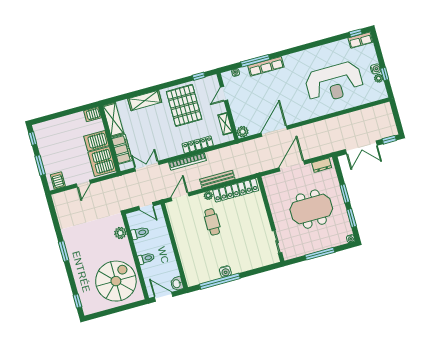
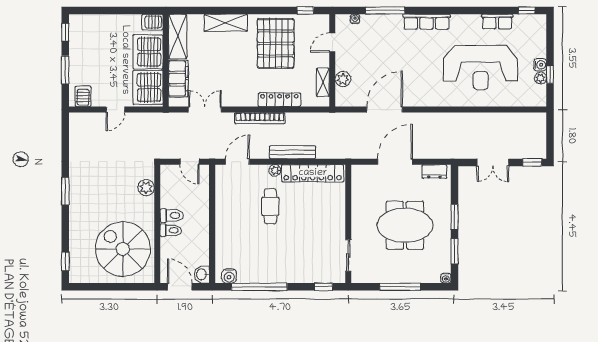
row of seats: (360, 40) -> (497, 22), moved
row of seats: (266, 66) -> (426, 22), moved
plant: (243, 132) -> (343, 79), moved
server rack: (96, 141) -> (148, 52), width x1.60
double door: (361, 147) -> (493, 162), width x0.73
toilet: (140, 233) -> (172, 216), moved
window: (266, 269) -> (324, 287), added
water cooler: (225, 271) -> (229, 276), moved
spiral stairs: (116, 281) -> (123, 249), turned -90

